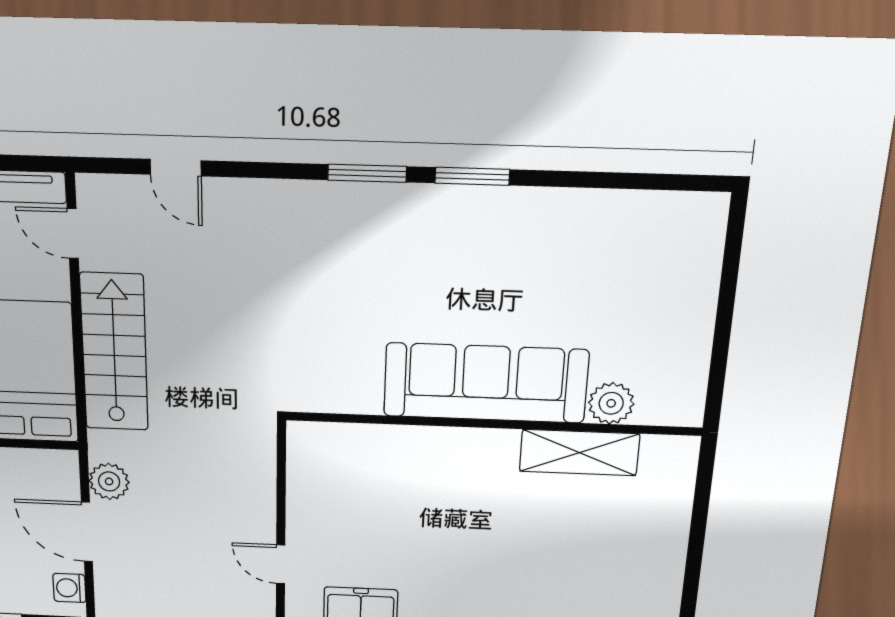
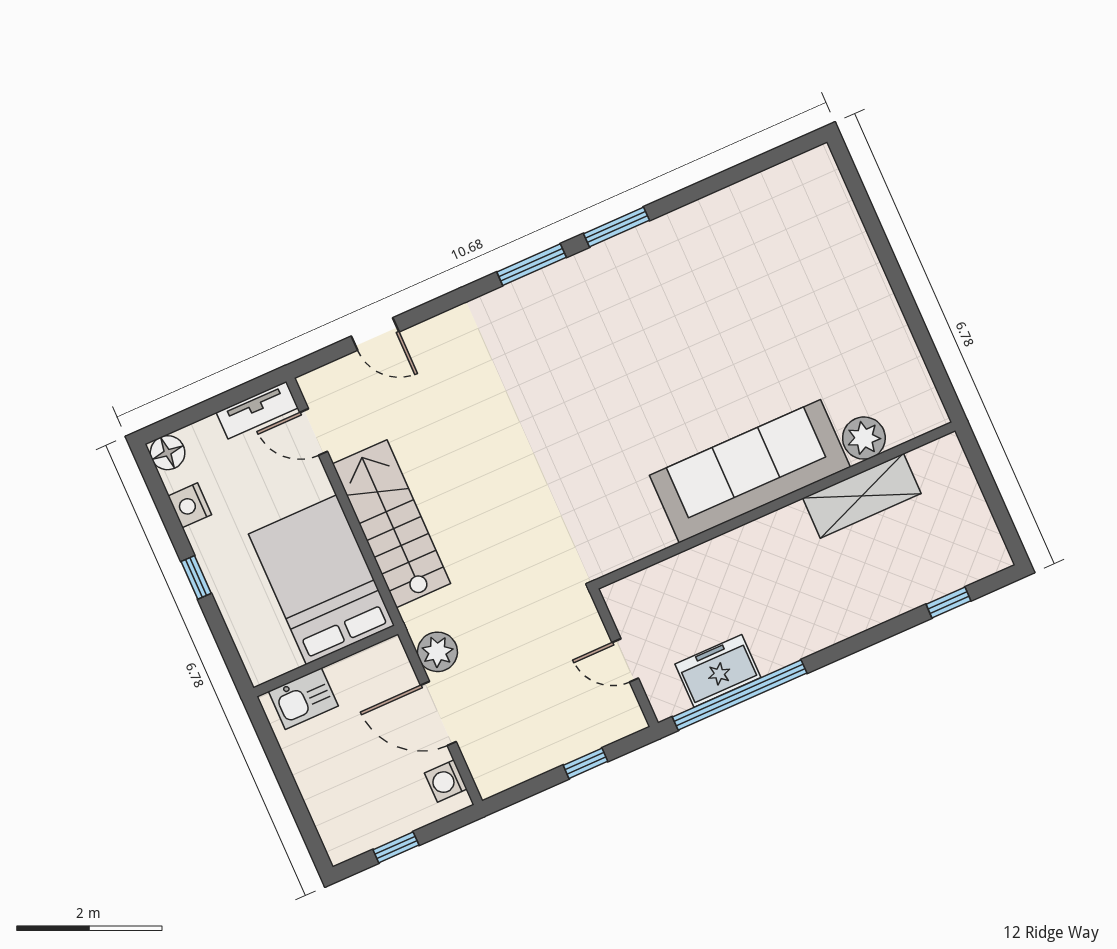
sofa: (486, 383) -> (750, 471), moved
plant: (611, 403) -> (864, 438), moved
wall: (493, 424) -> (775, 505), moved
shelving: (579, 453) -> (862, 496), moved

